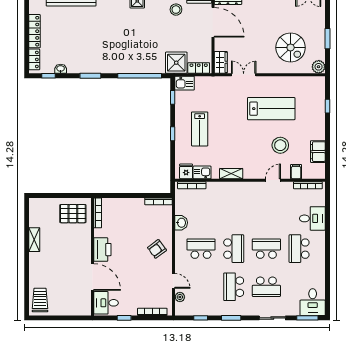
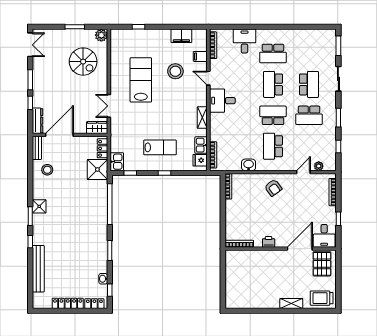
spiral stairs: (291, 48) -> (83, 62), turned 90
pallet: (73, 214) -> (322, 264), moved
shelving: (34, 240) -> (291, 304), moved
printer: (102, 250) -> (269, 242), width x0.53, depth x0.68
desk: (313, 302) -> (222, 101), moved, turned 180

